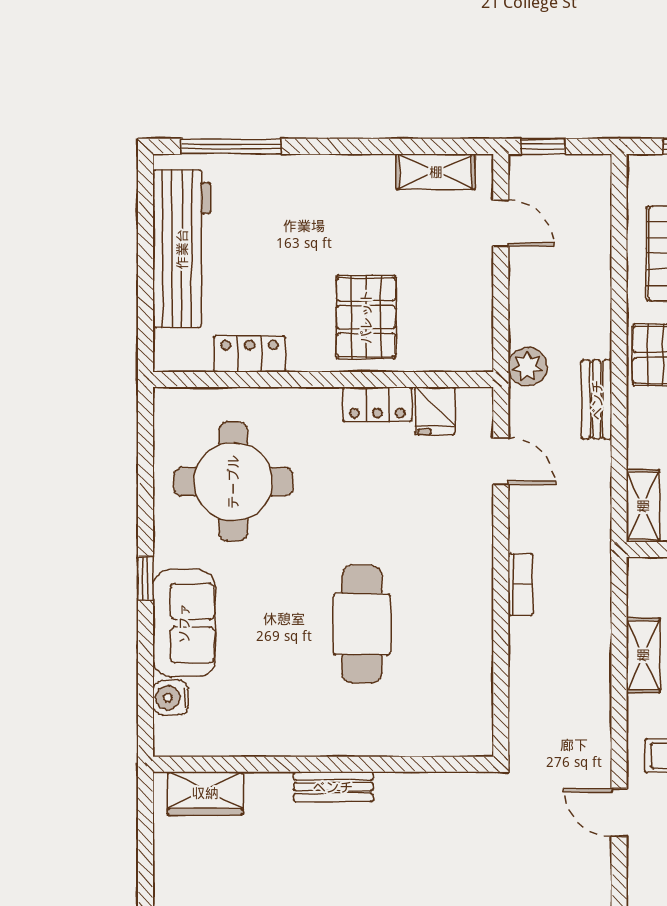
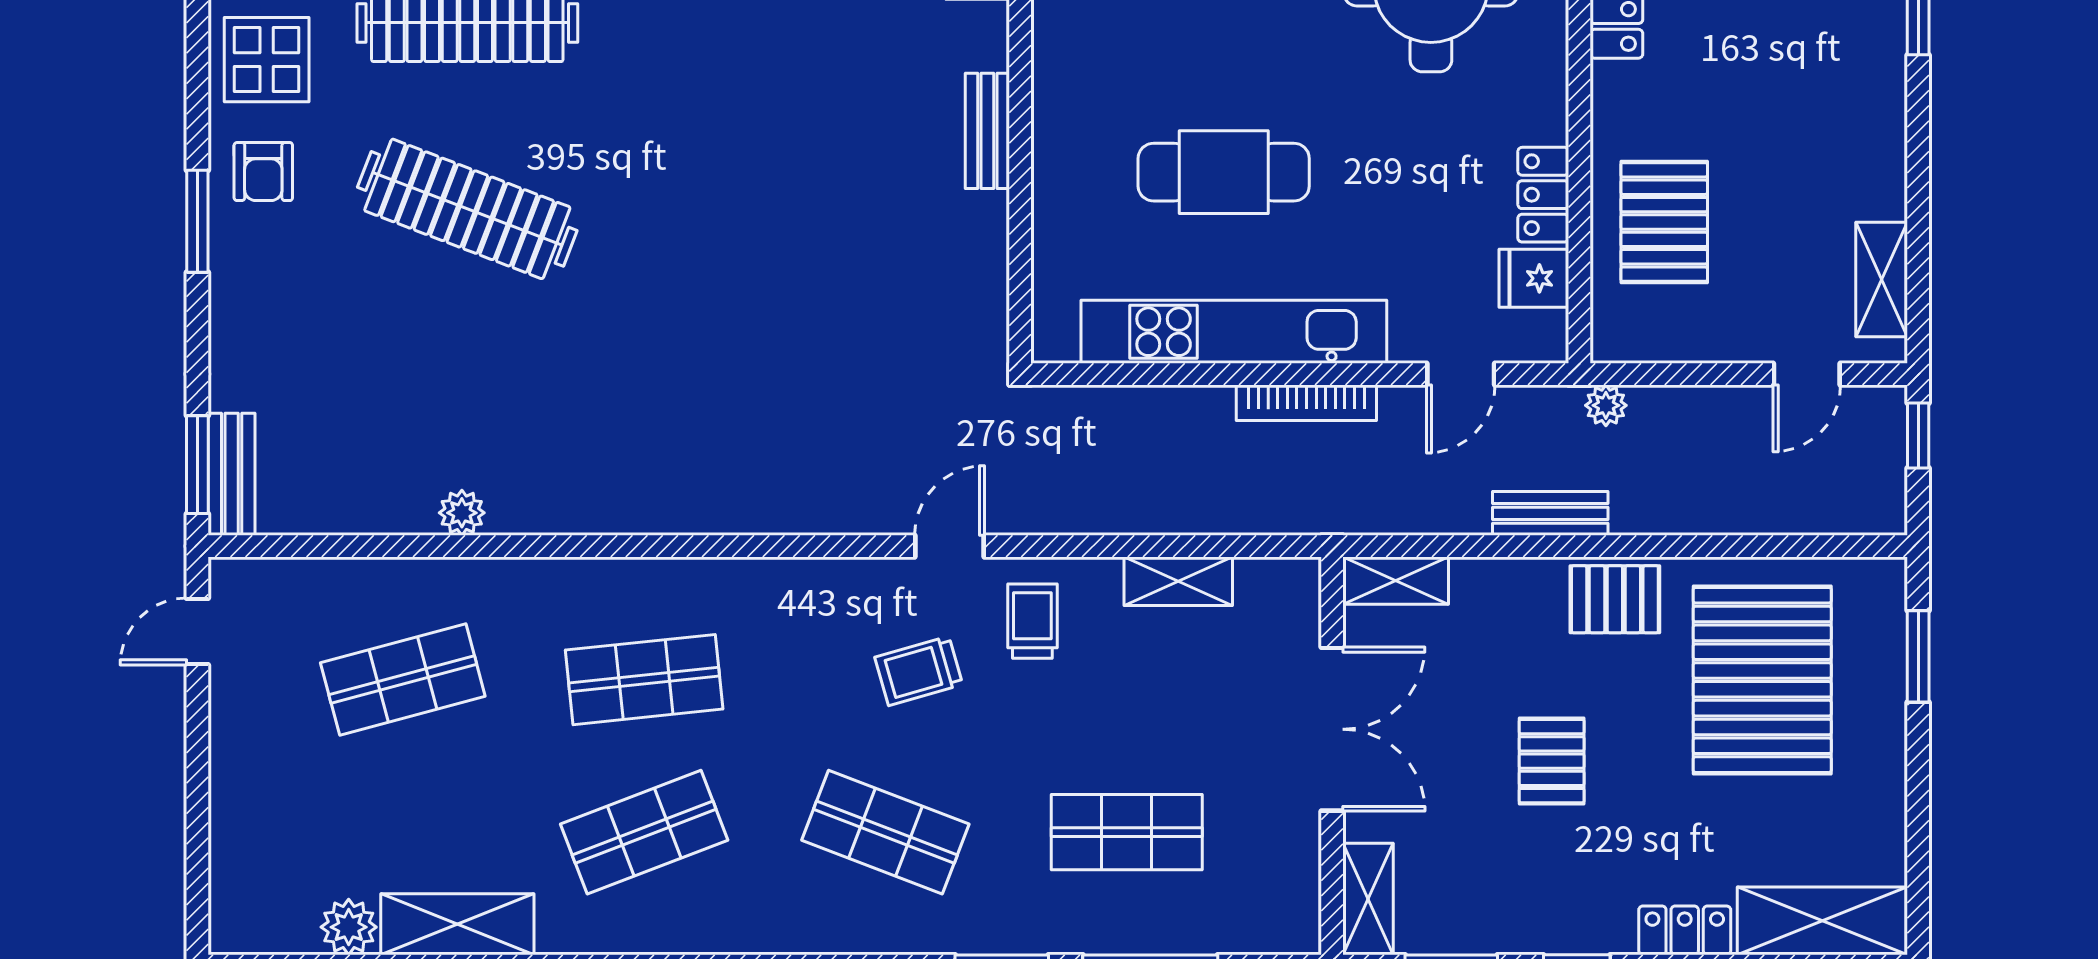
pallet: (366, 317) -> (1664, 222), moved, turned 90
plant: (528, 366) -> (1606, 405), width x0.73, depth x0.73
bookcase: (520, 585) -> (1306, 403), width x1.56
kitchen unit: (472, 617) -> (1234, 332), added

